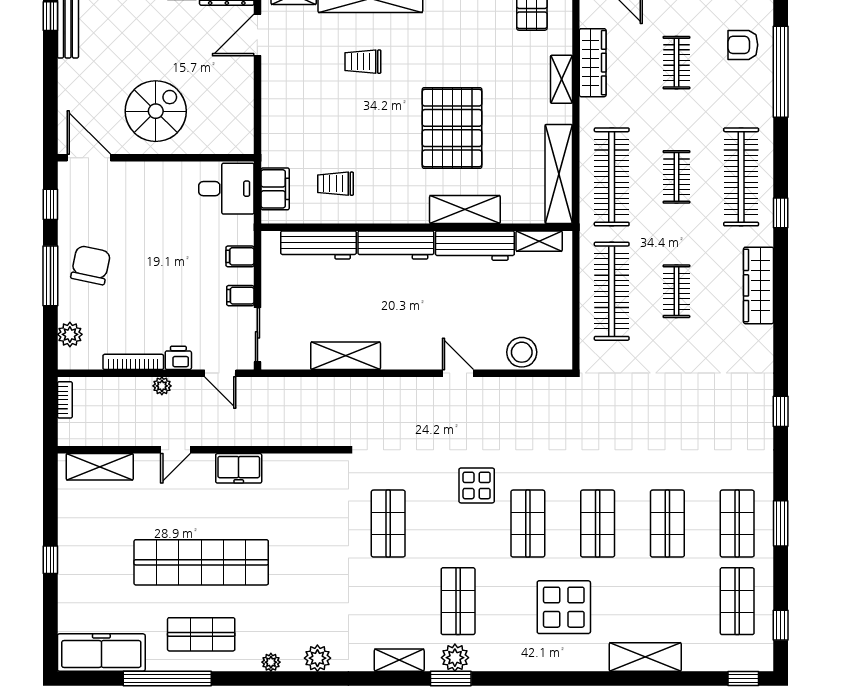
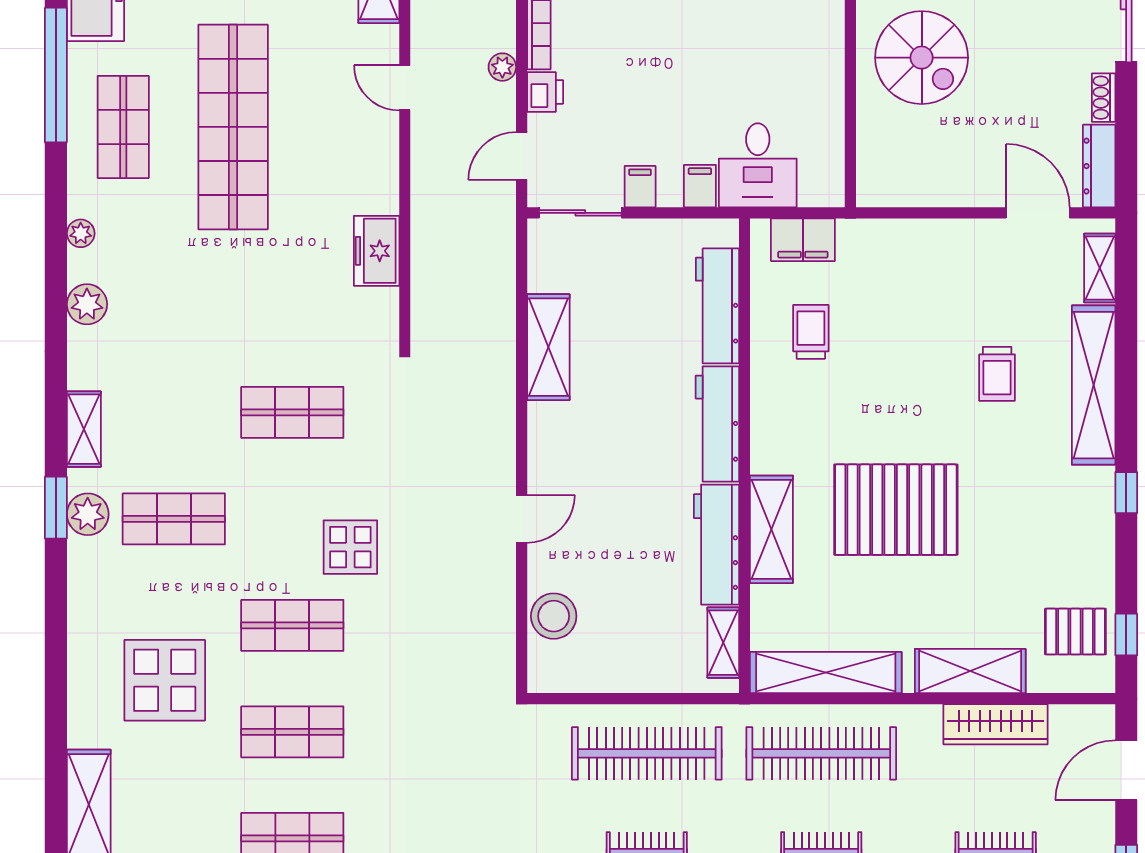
trolley: (363, 62) -> (997, 374), turned 180
shelving: (561, 79) -> (970, 671), width x1.50, depth x1.33
desk: (226, 189) -> (758, 165), moved
freezer: (239, 468) -> (377, 251), moved

